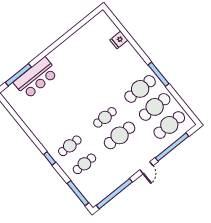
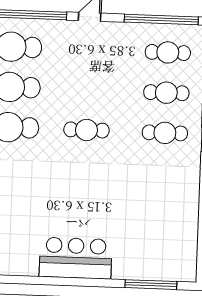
bar counter: (36, 78) -> (76, 258), moved
cafe table: (120, 135) -> (168, 52), moved, width x0.73, depth x0.74

